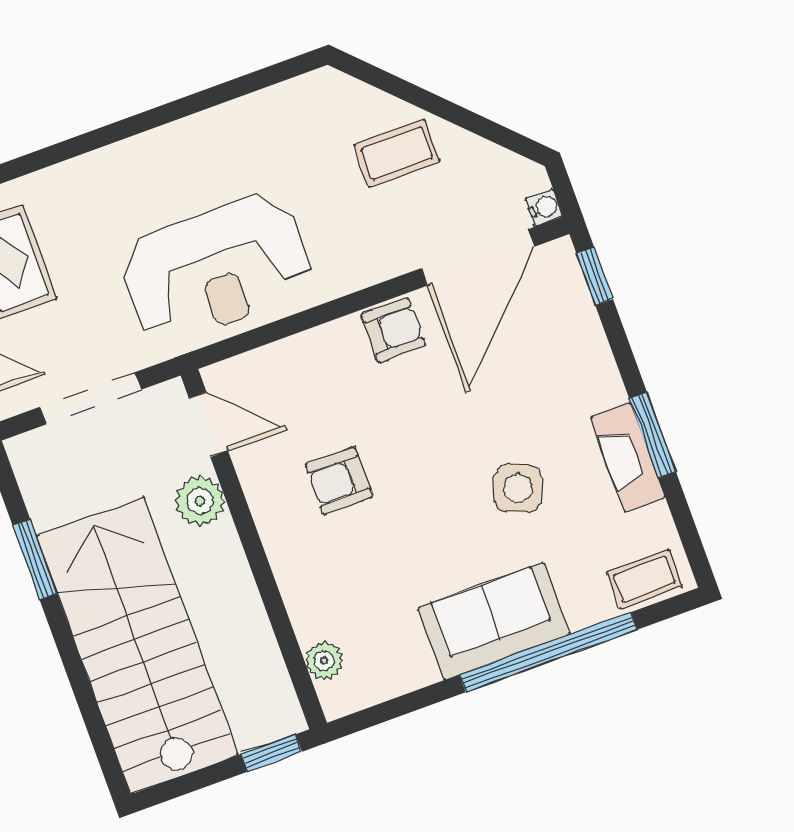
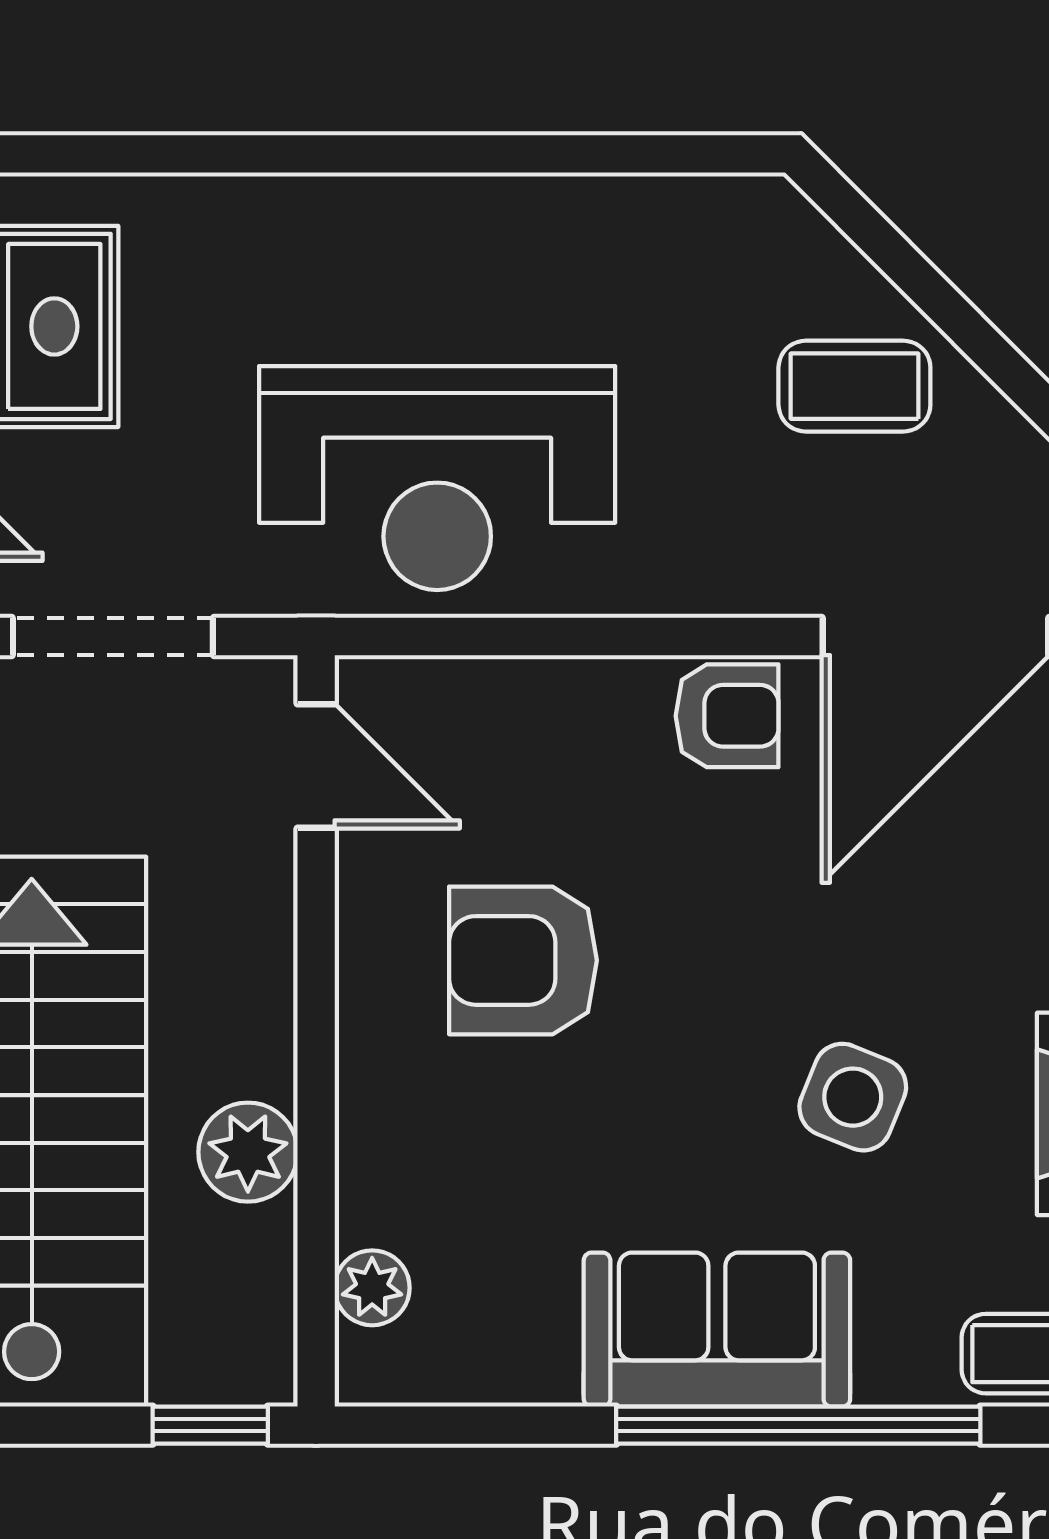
armchair: (339, 481) -> (523, 960), width x1.38, depth x1.38
plant: (200, 501) -> (248, 1152), moved

